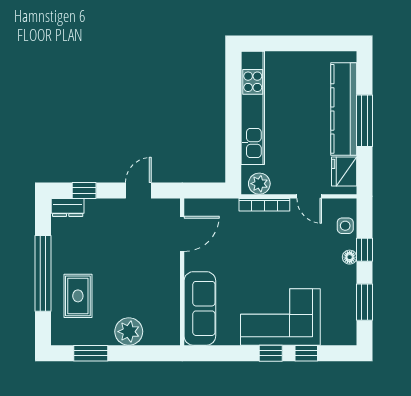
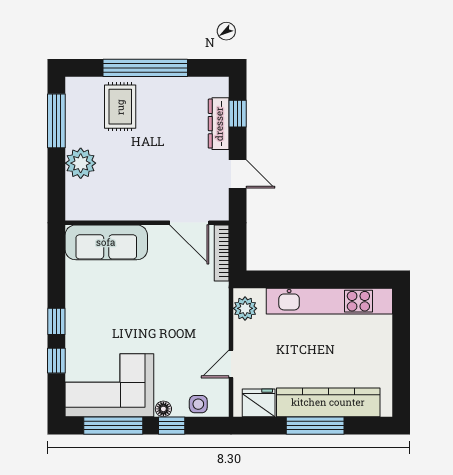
bookcase: (264, 205) -> (222, 253), moved
dresser: (68, 207) -> (219, 124), moved, width x1.44
rug: (78, 296) -> (120, 107), turned 90
window: (365, 302) -> (113, 426), width x1.44
corner sofa: (280, 317) -> (109, 385), moved, turned -90
window: (91, 353) -> (56, 121), width x1.44

